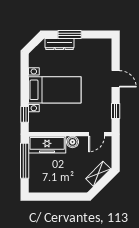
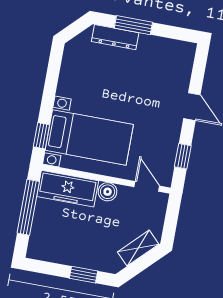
bed with nightstands: (55, 90) -> (89, 137), moved
door: (96, 134) -> (147, 186), swing flipped
window: (67, 197) -> (84, 275), added

